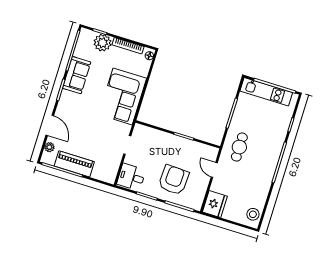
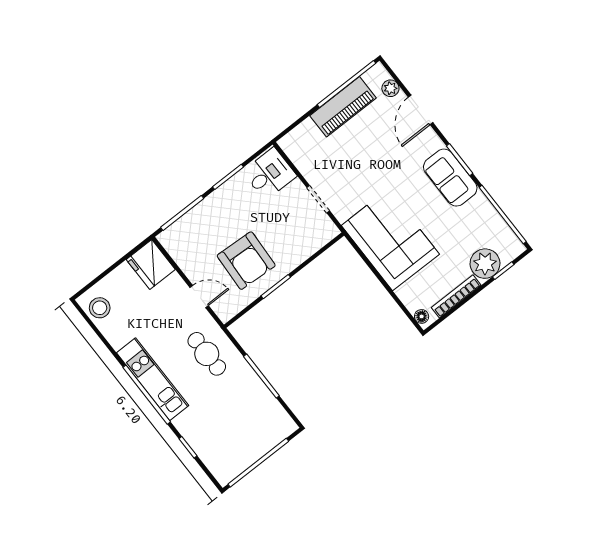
sofa: (77, 75) -> (450, 178), moved
kitchen unit: (266, 92) -> (153, 379), moved, turned 90
door: (50, 125) -> (421, 110), hinge flipped
armchair: (174, 180) -> (246, 261), moved

